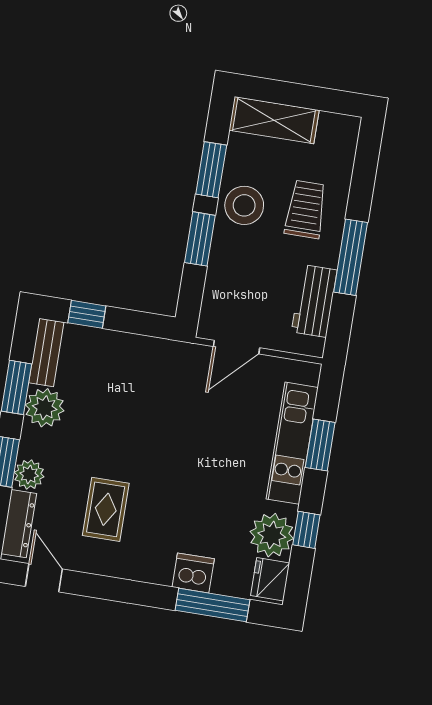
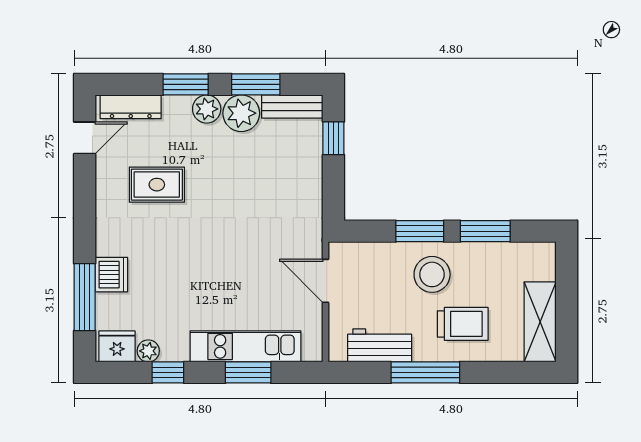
shelving: (274, 120) -> (540, 322), moved
stool: (244, 205) -> (432, 274), moved
plant: (29, 475) -> (207, 109), moved
plant: (272, 535) -> (148, 351), width x0.53, depth x0.53

